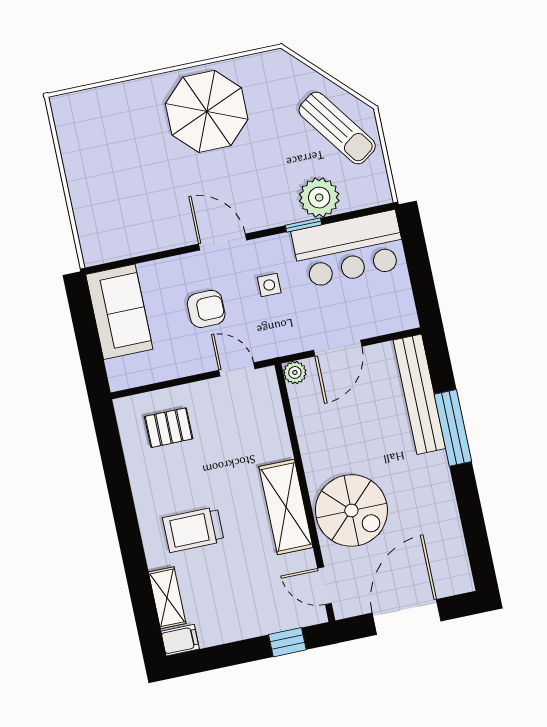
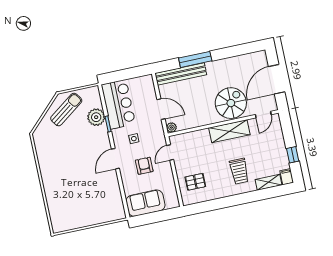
parasol: (207, 111) -> (59, 166), removed
pallet: (169, 428) -> (195, 182), turned 90
door: (407, 617) -> (277, 79), hinge flipped
window: (287, 642) -> (293, 155), moved

